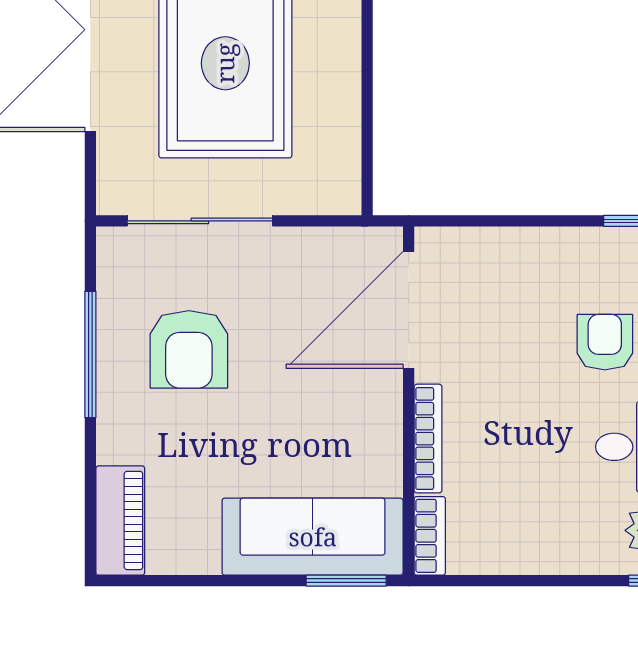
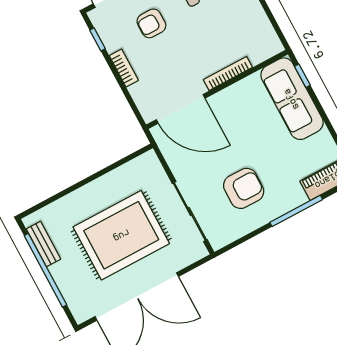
window: (90, 354) -> (296, 211), moved
bookcase: (430, 536) -> (124, 68), moved, turned 90
window: (346, 581) -> (302, 76), width x0.67

